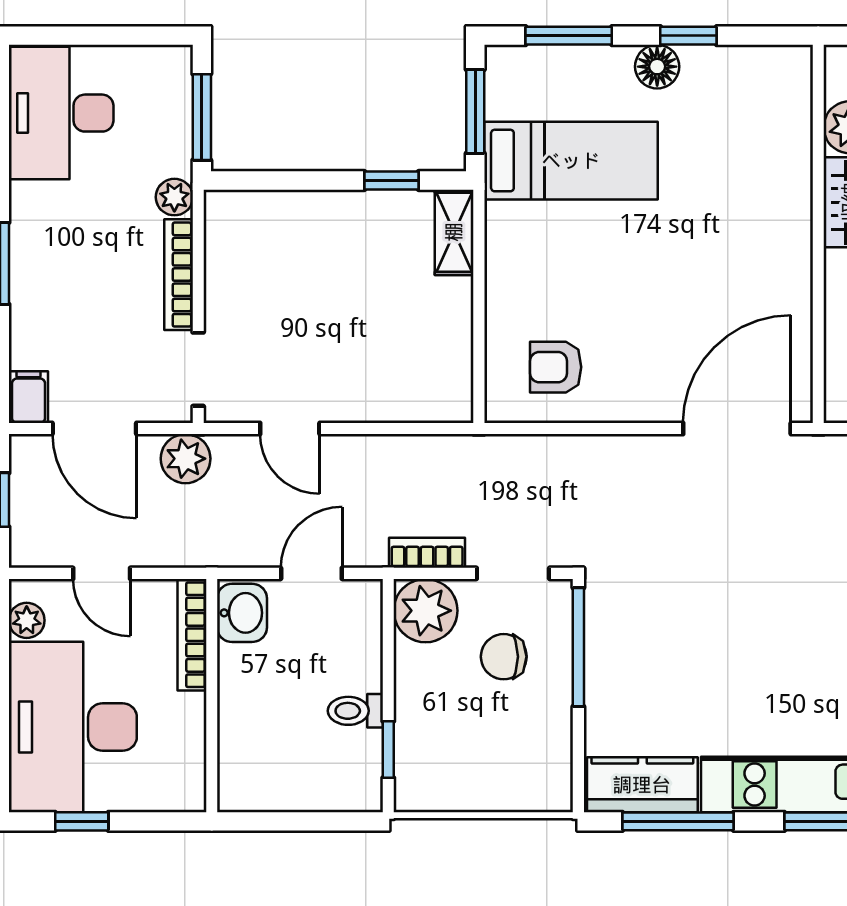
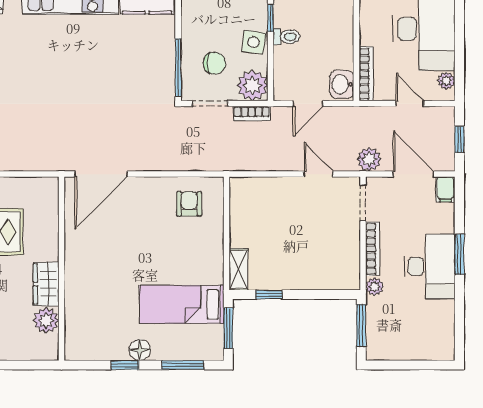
desk: (61, 113) -> (430, 266), moved
armchair: (556, 367) -> (189, 204), turned -90
side table: (423, 700) -> (254, 42), added

